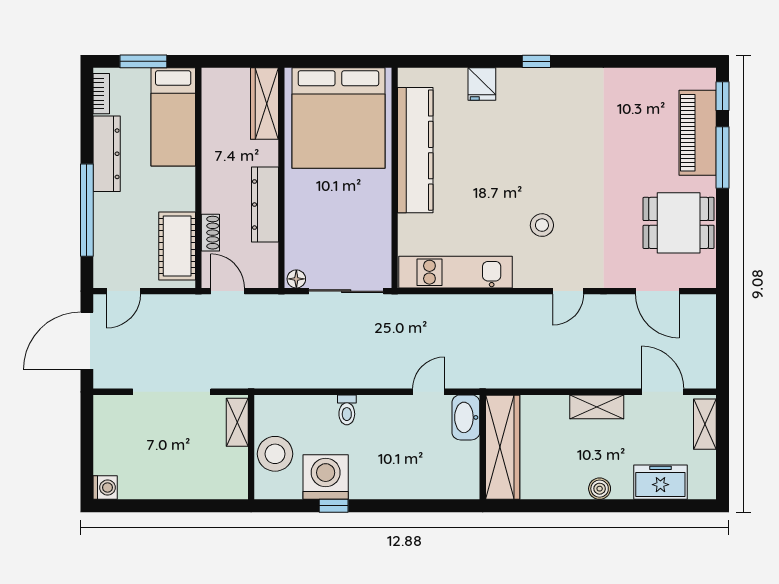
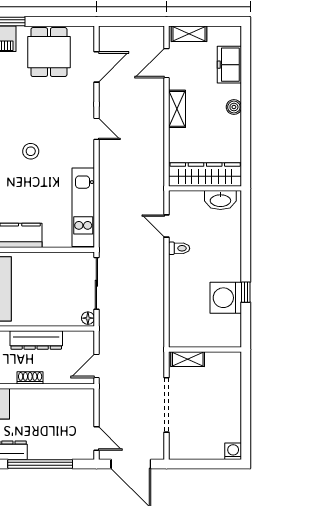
stool: (542, 225) -> (31, 151), moved
shoe rack: (210, 233) -> (30, 378), moved
cot: (177, 246) -> (65, 401), removed
toilet: (347, 410) -> (179, 248), moved
washbasin: (466, 417) -> (220, 200), moved
stool: (275, 454) -> (210, 333), removed

